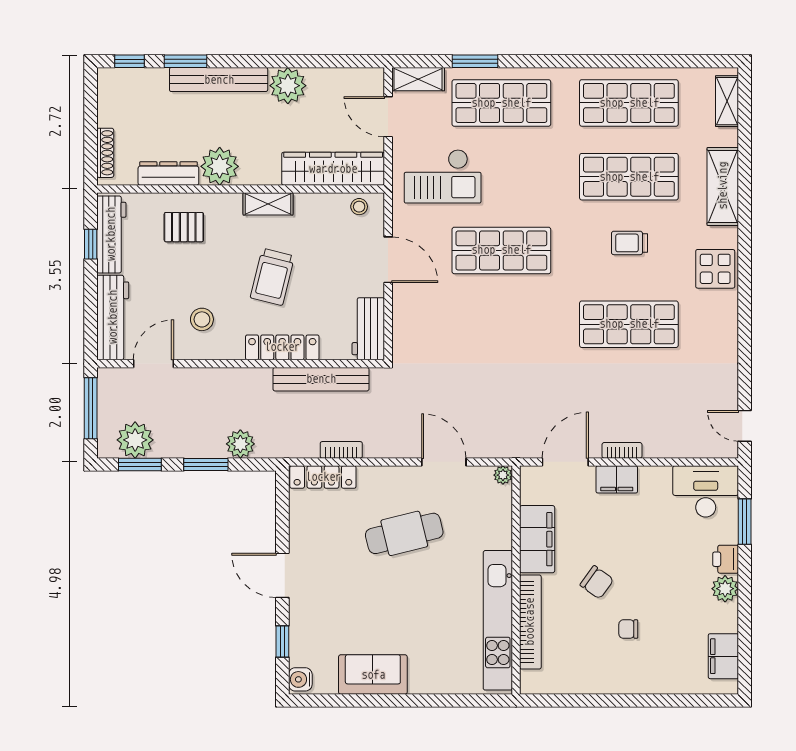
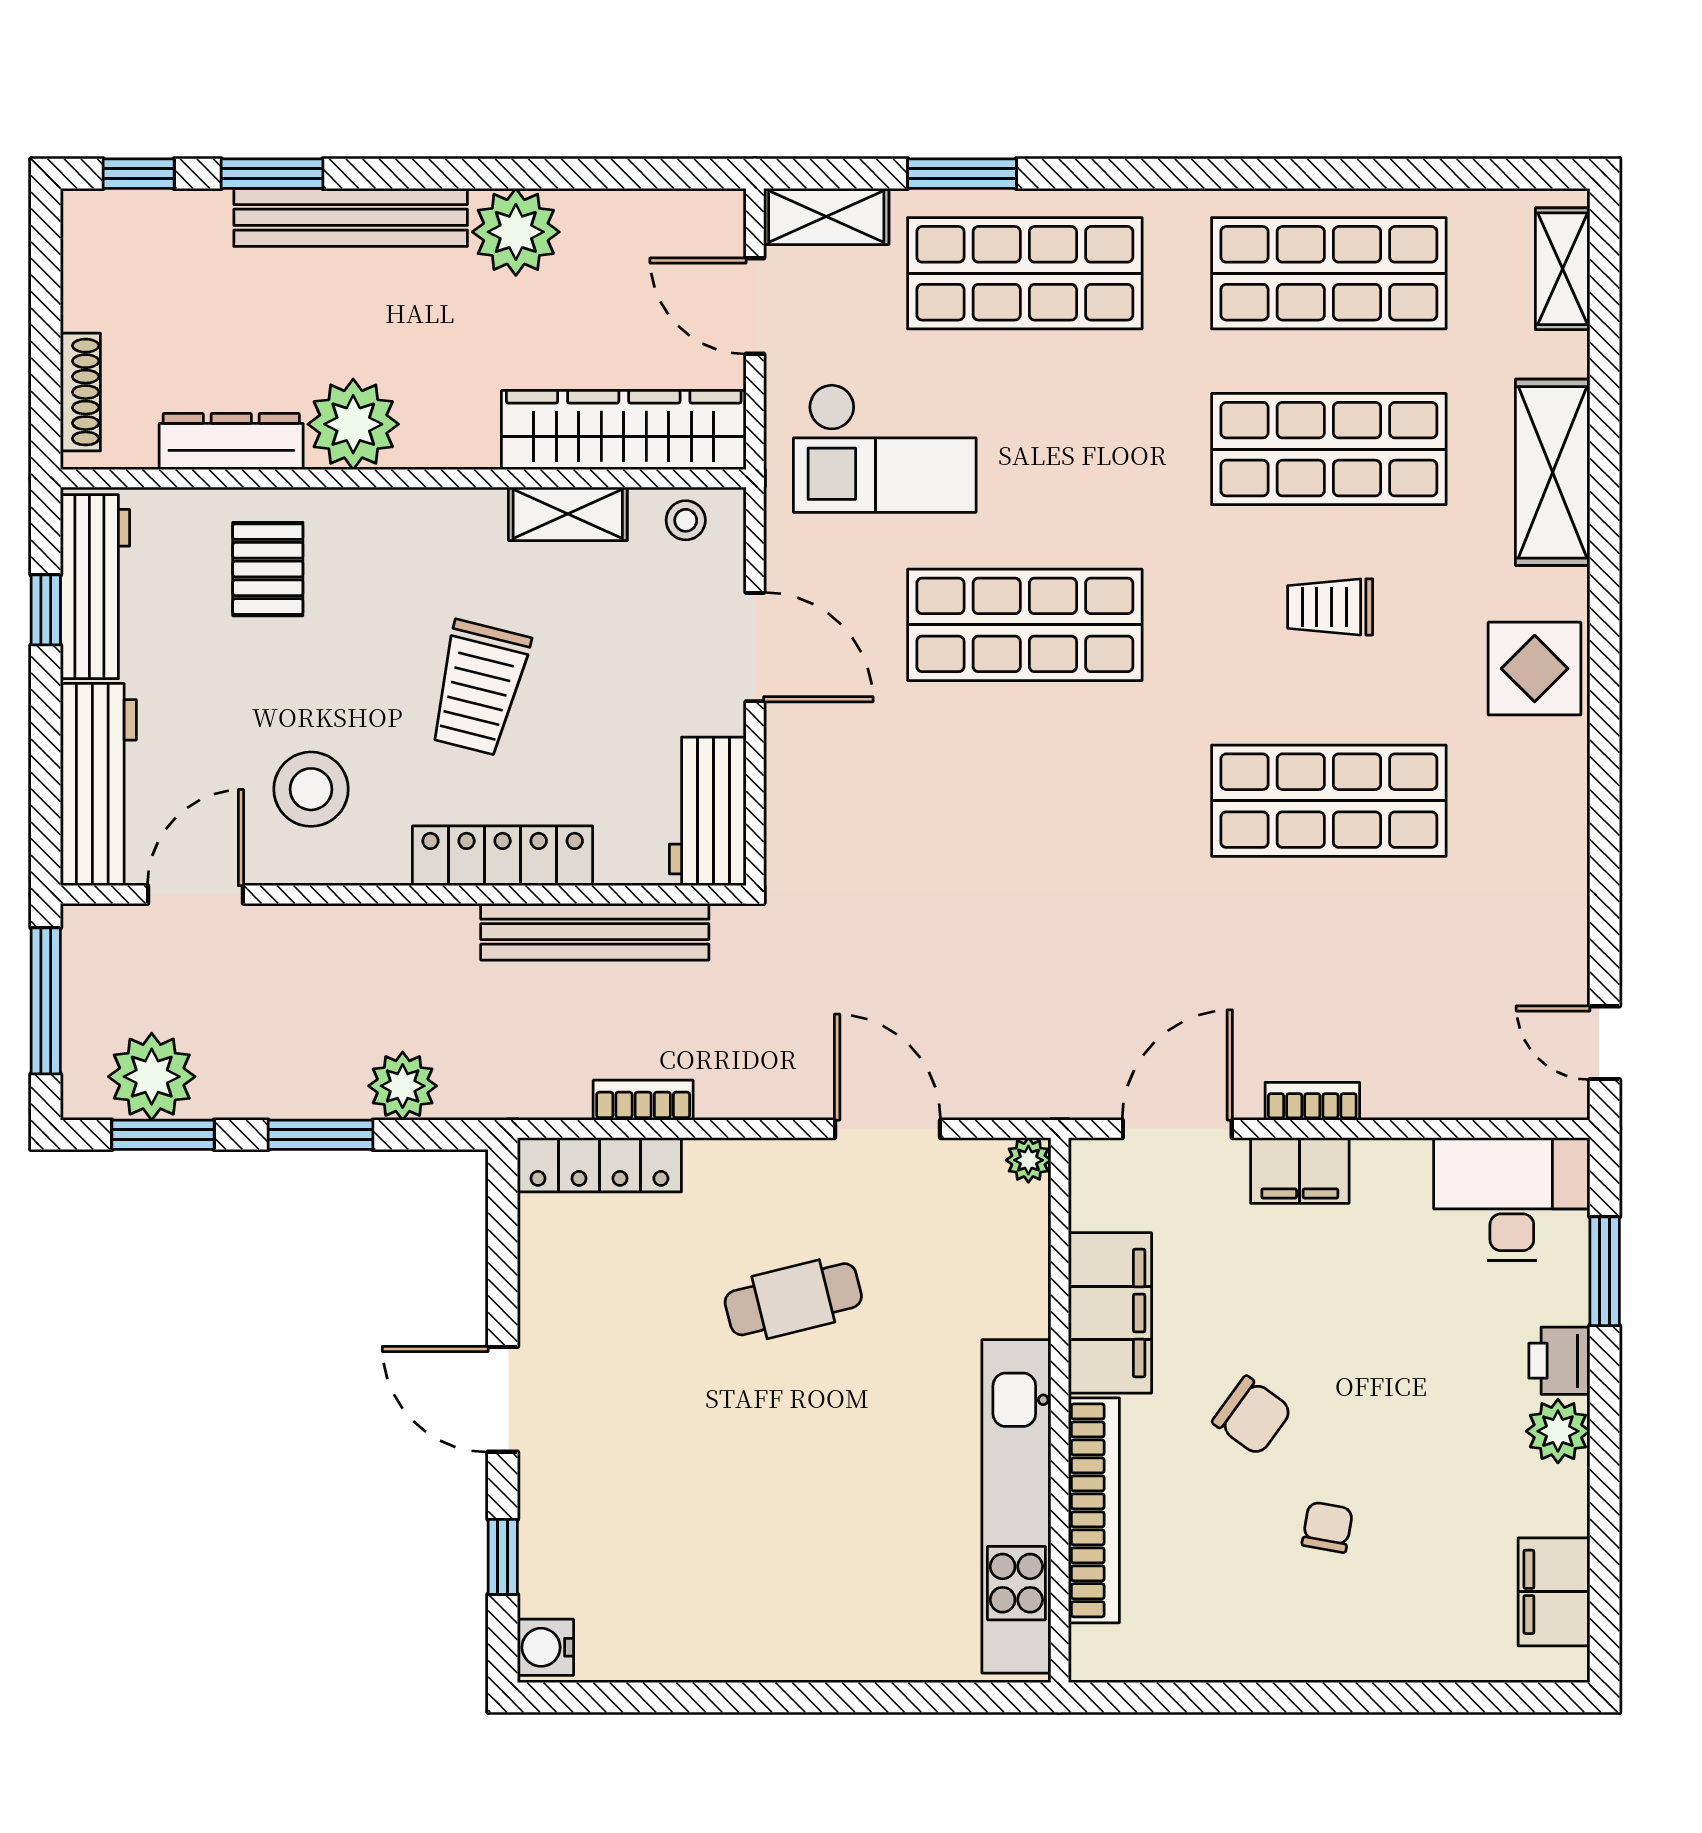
shelving: (268, 204) -> (568, 514), moved
pallet: (184, 227) -> (268, 569), turned 90
stool: (202, 319) -> (311, 789), width x1.38, depth x1.38
cafe table: (404, 533) -> (793, 1299), width x0.73, depth x0.74
chair: (628, 629) -> (1327, 1527), turned 100
sofa: (373, 675) -> (718, 1636), removed

